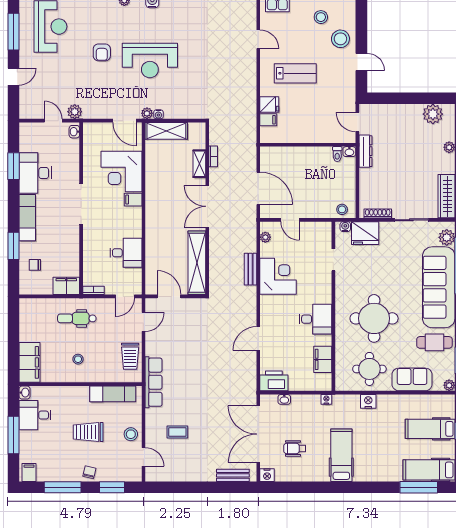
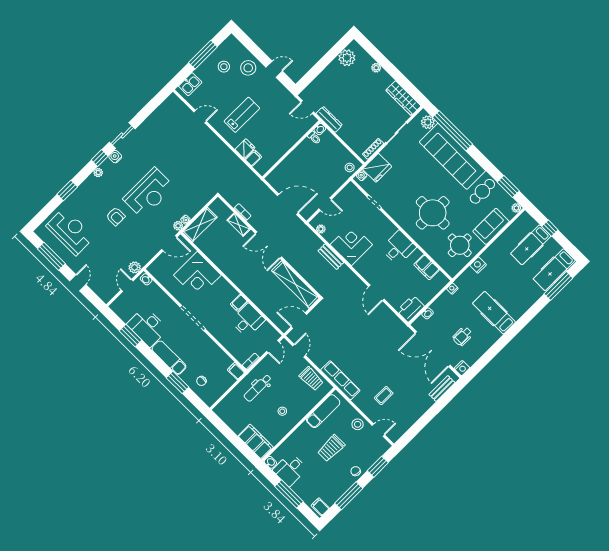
door: (53, 121) -> (127, 285), hinge flipped
filing cabinet: (133, 200) -> (239, 303), moved
filing cabinet: (66, 286) -> (236, 371), width x0.50

